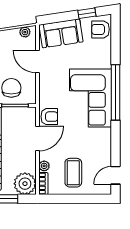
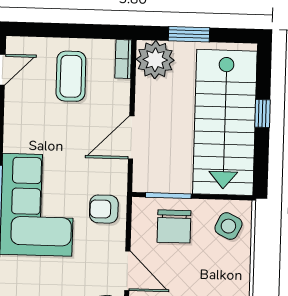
armchair: (49, 117) -> (104, 209), moved
plant: (44, 166) -> (121, 89), removed

